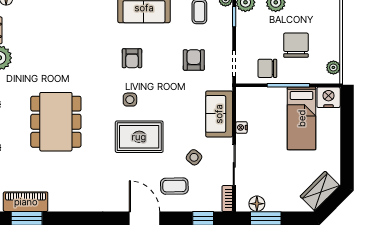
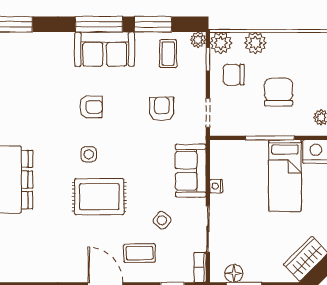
armchair: (132, 58) -> (91, 107), turned -90
chair: (267, 68) -> (234, 75), moved

